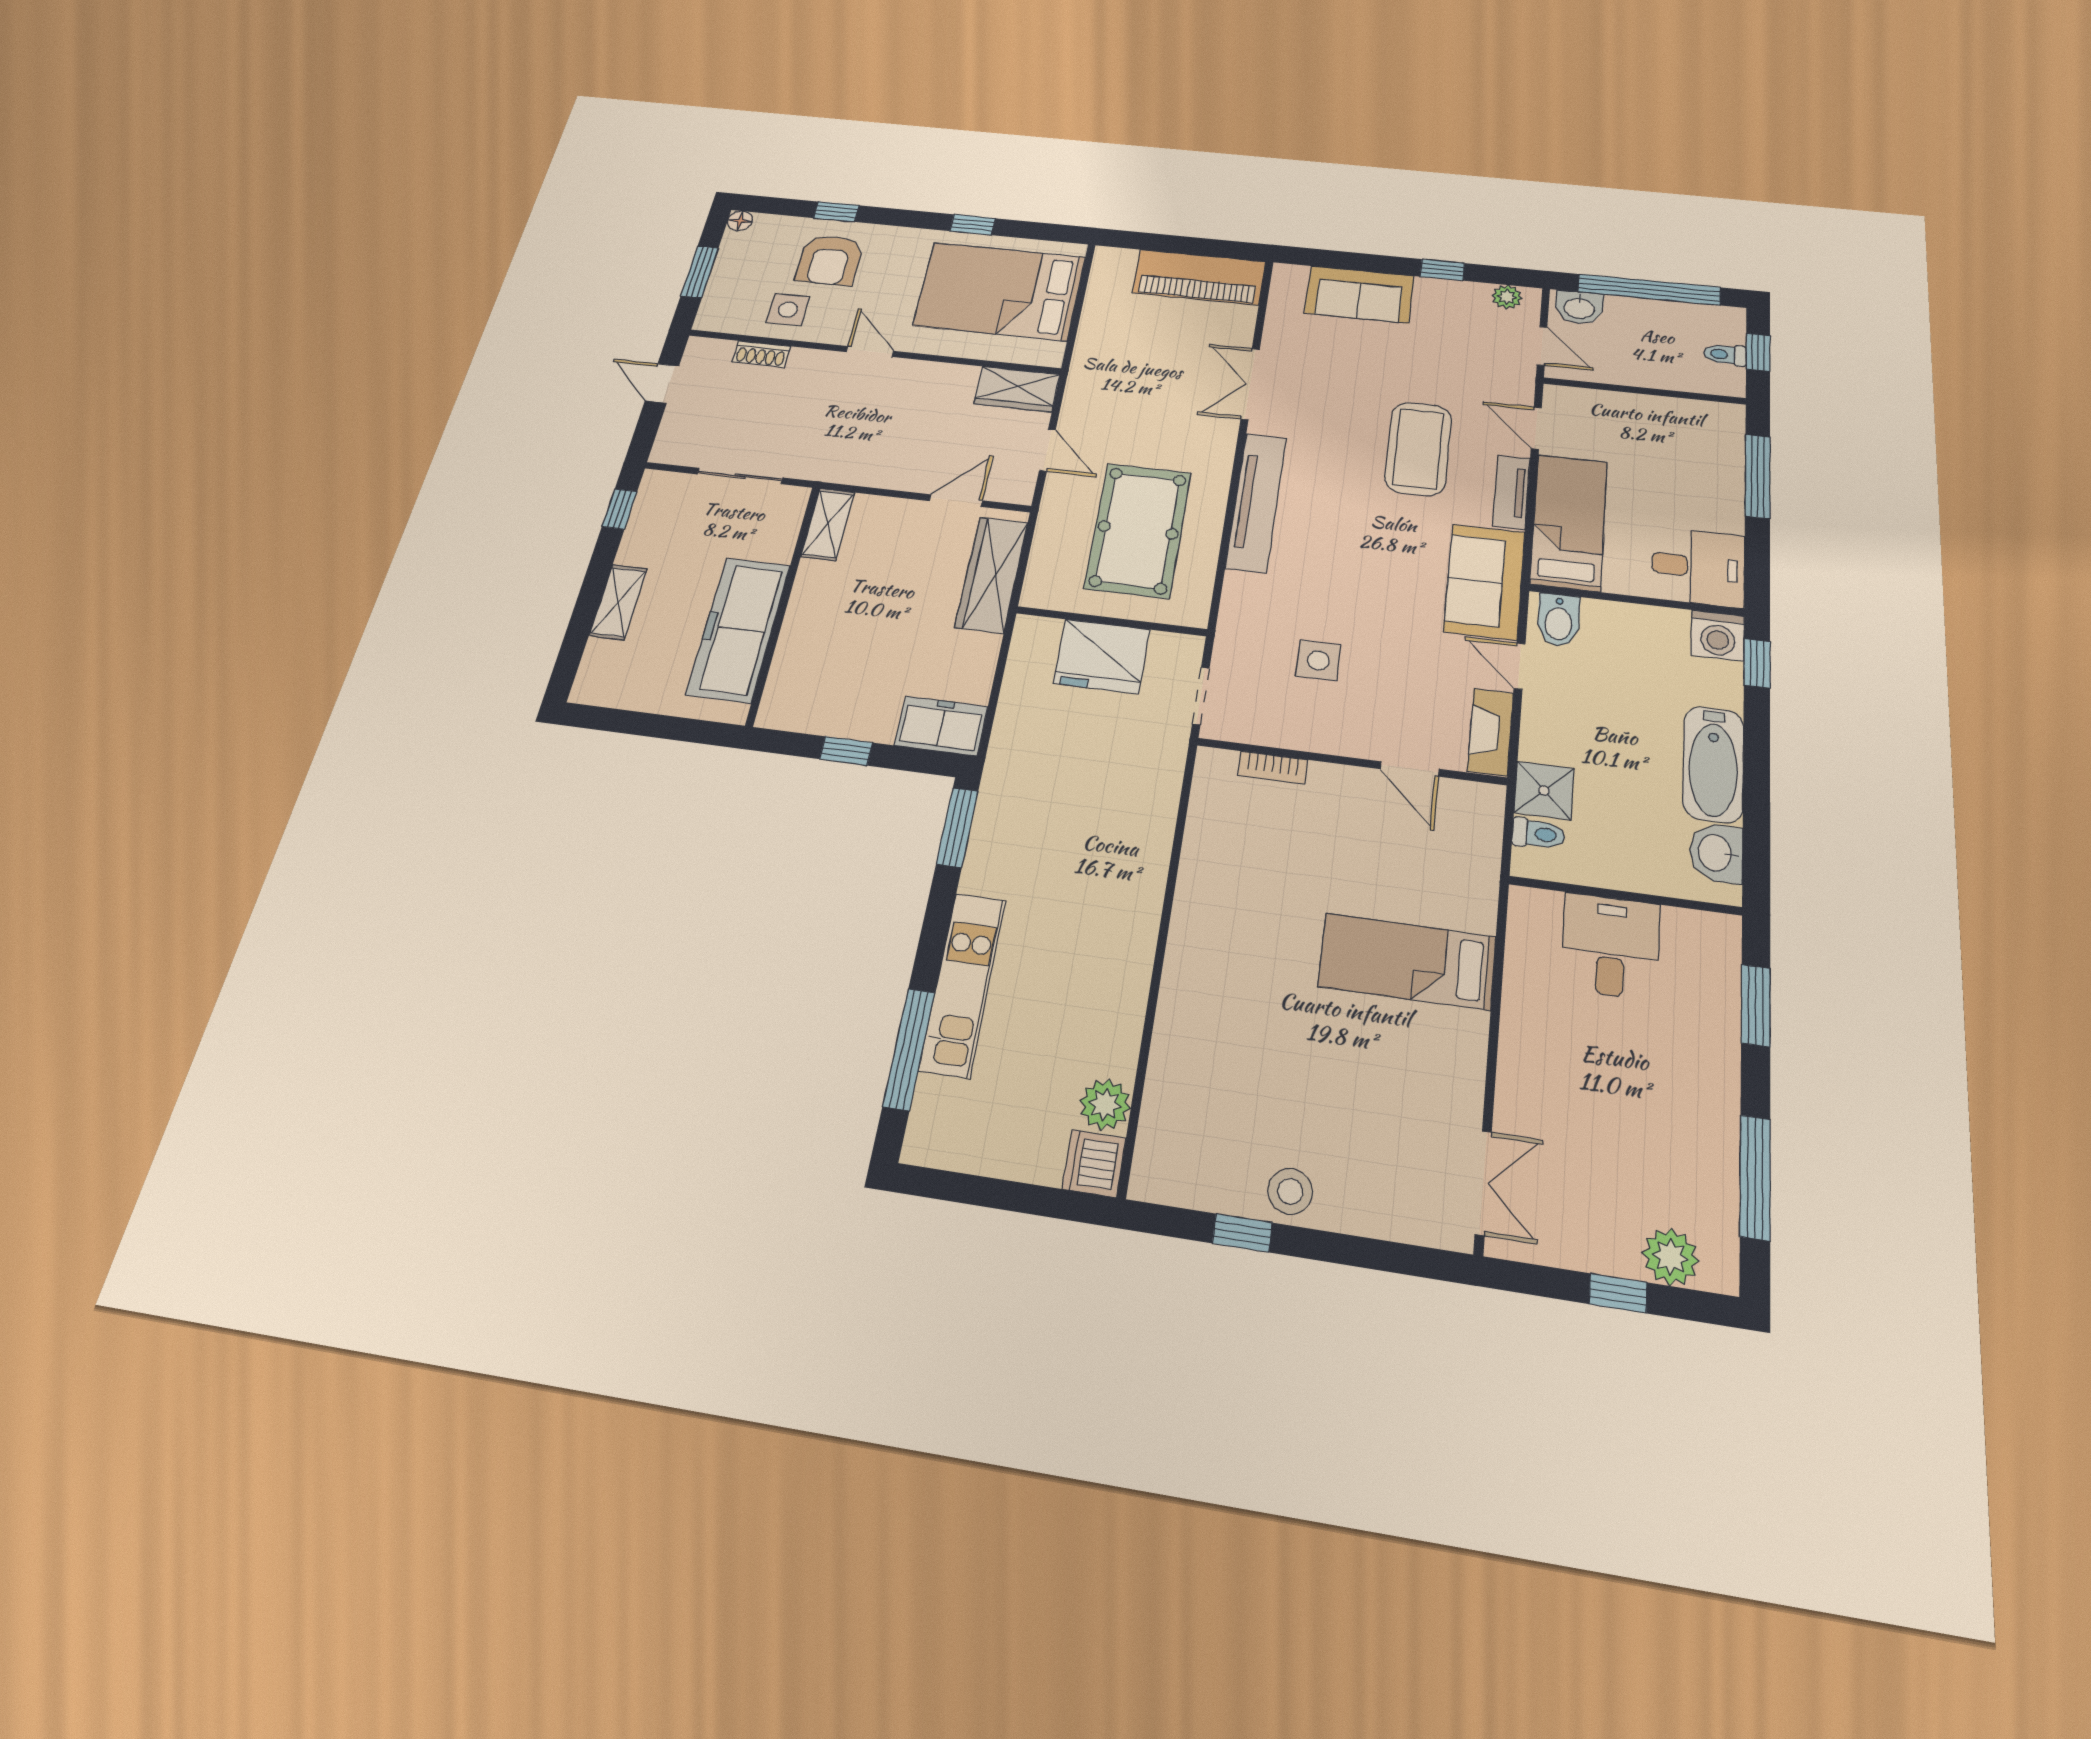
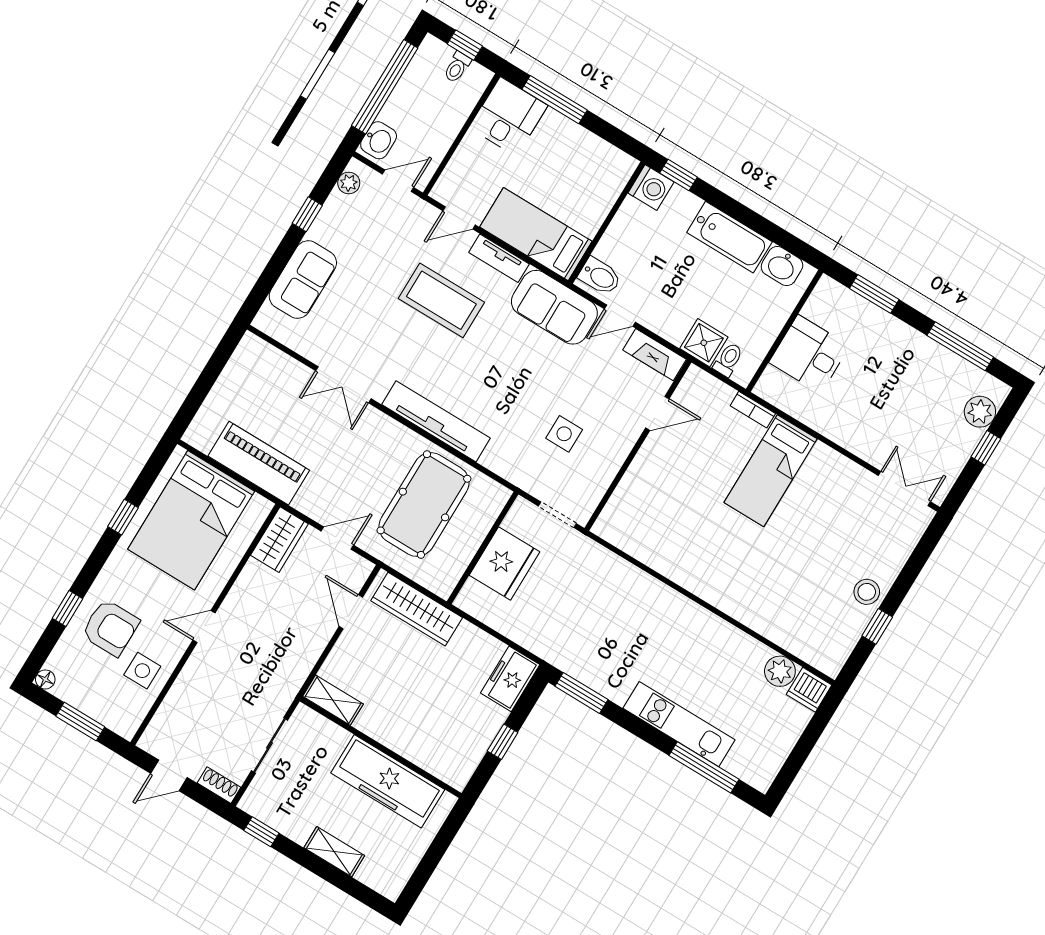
piano: (1199, 277) -> (259, 463), moved, turned -90
shoe rack: (761, 354) -> (219, 785), moved, turned -90
pool table: (1138, 530) -> (424, 505), turned 90
desk: (1698, 567) -> (509, 117), moved
bookcase: (1273, 768) -> (753, 410), moved, turned 90

